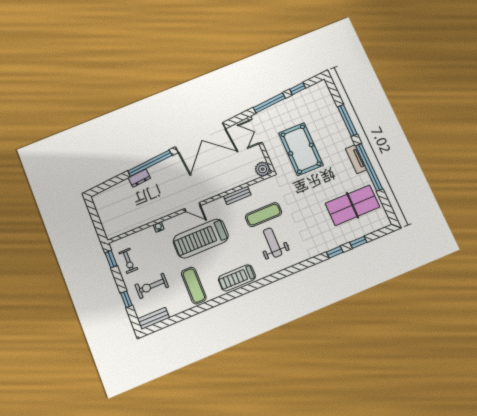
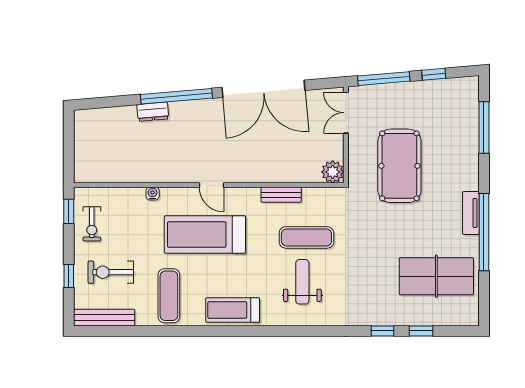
window: (347, 120) -> (484, 128), moved
bench: (153, 318) -> (104, 318), width x1.36

